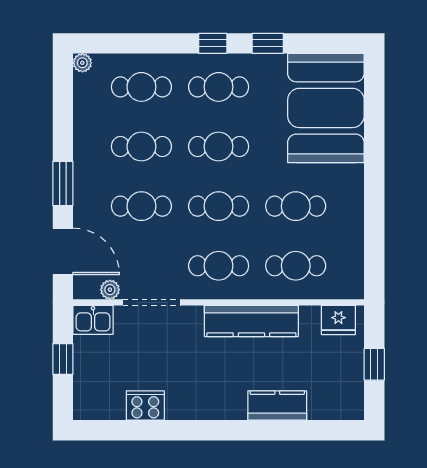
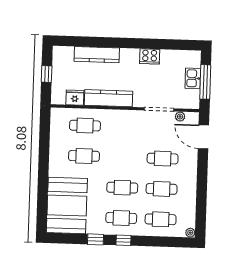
window: (63, 183) -> (202, 171), removed
cafe table: (219, 206) -> (123, 157), removed
cafe table: (219, 266) -> (124, 127), removed
kitchen sink: (93, 320) -> (193, 78), moved, turned -90
fridge: (338, 320) -> (75, 98), moved
window: (63, 359) -> (205, 82), width x2.17
cooker: (145, 405) -> (150, 56), moved
kitchen counter: (277, 405) -> (97, 55), width x1.50

